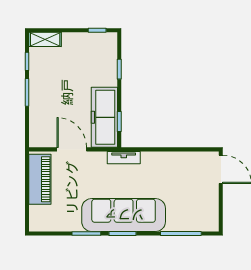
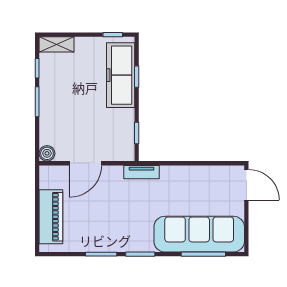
freezer: (104, 117) -> (121, 75), moved
boiler: (36, 140) -> (47, 153), added
door: (72, 149) -> (85, 163), swing flipped
piano: (40, 179) -> (51, 217), moved
sofa: (124, 215) -> (199, 234), moved

